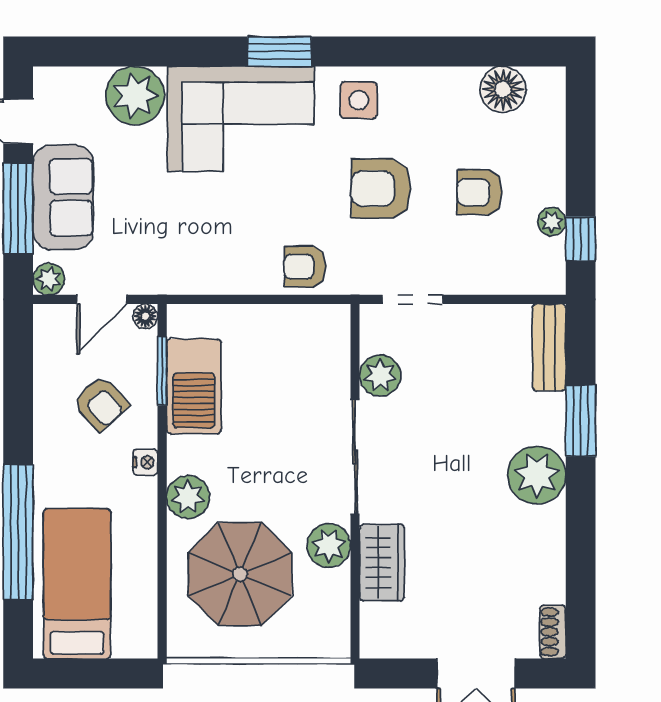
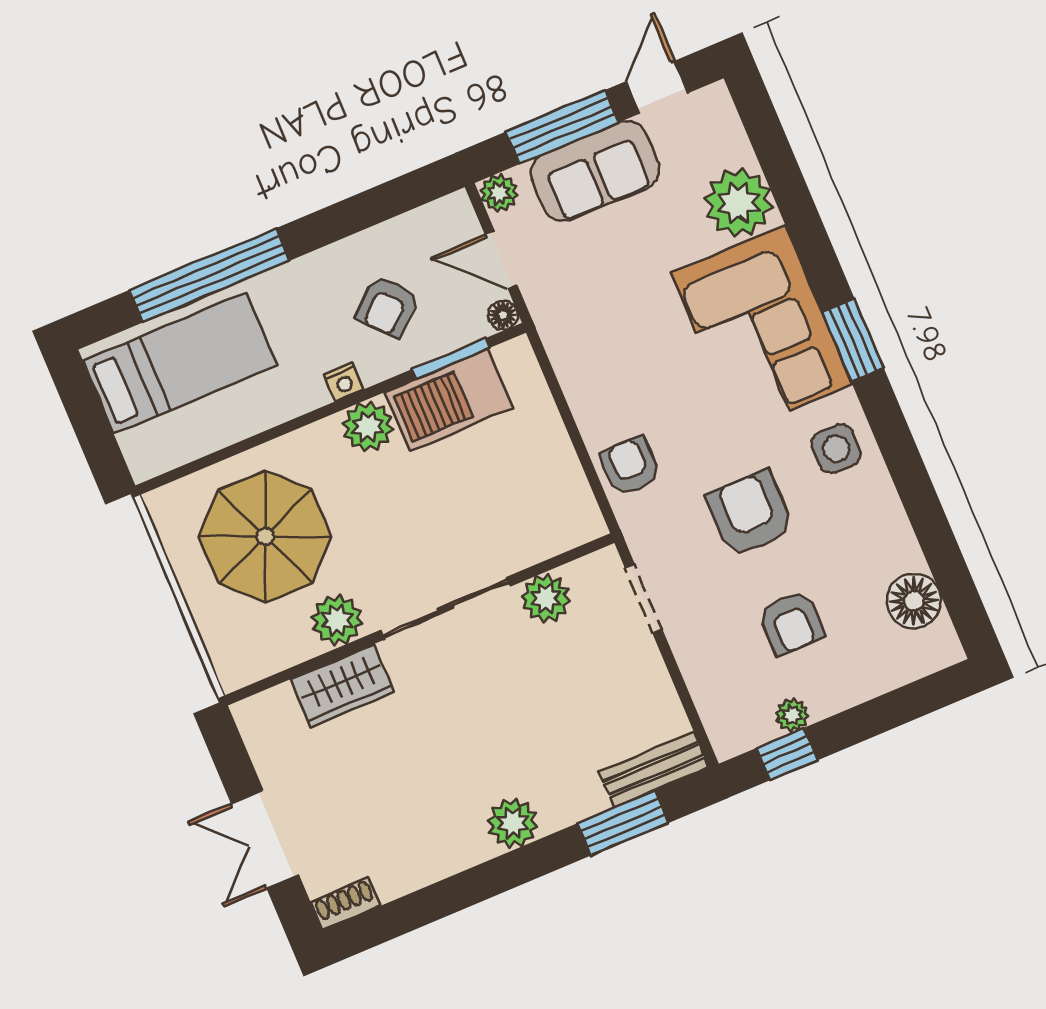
armchair: (480, 192) -> (791, 623), turned 180
window: (581, 421) -> (623, 823), moved
plant: (537, 475) -> (513, 823), width x0.73, depth x0.73
plant: (188, 497) -> (368, 427), moved

